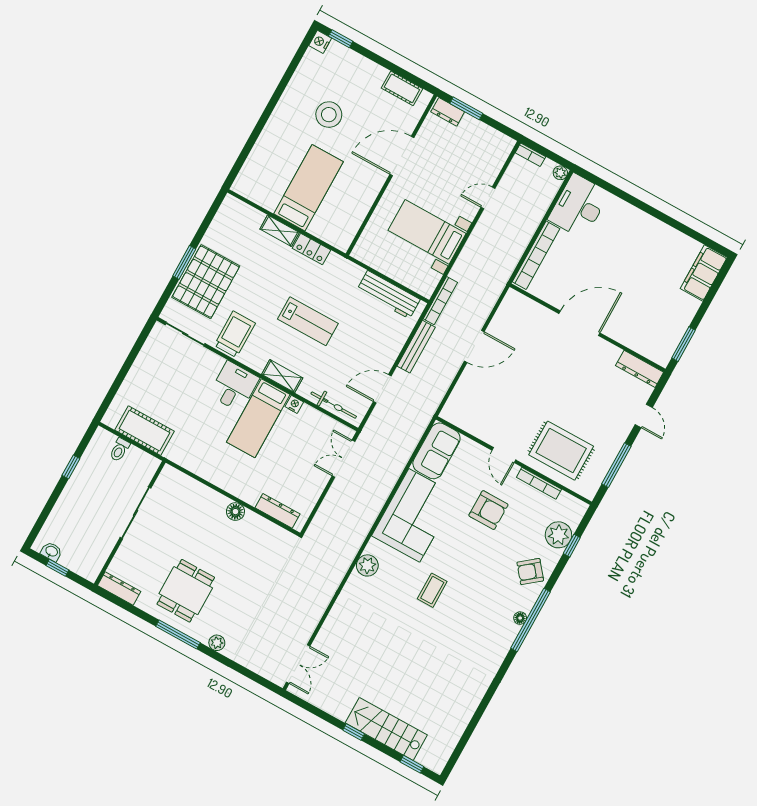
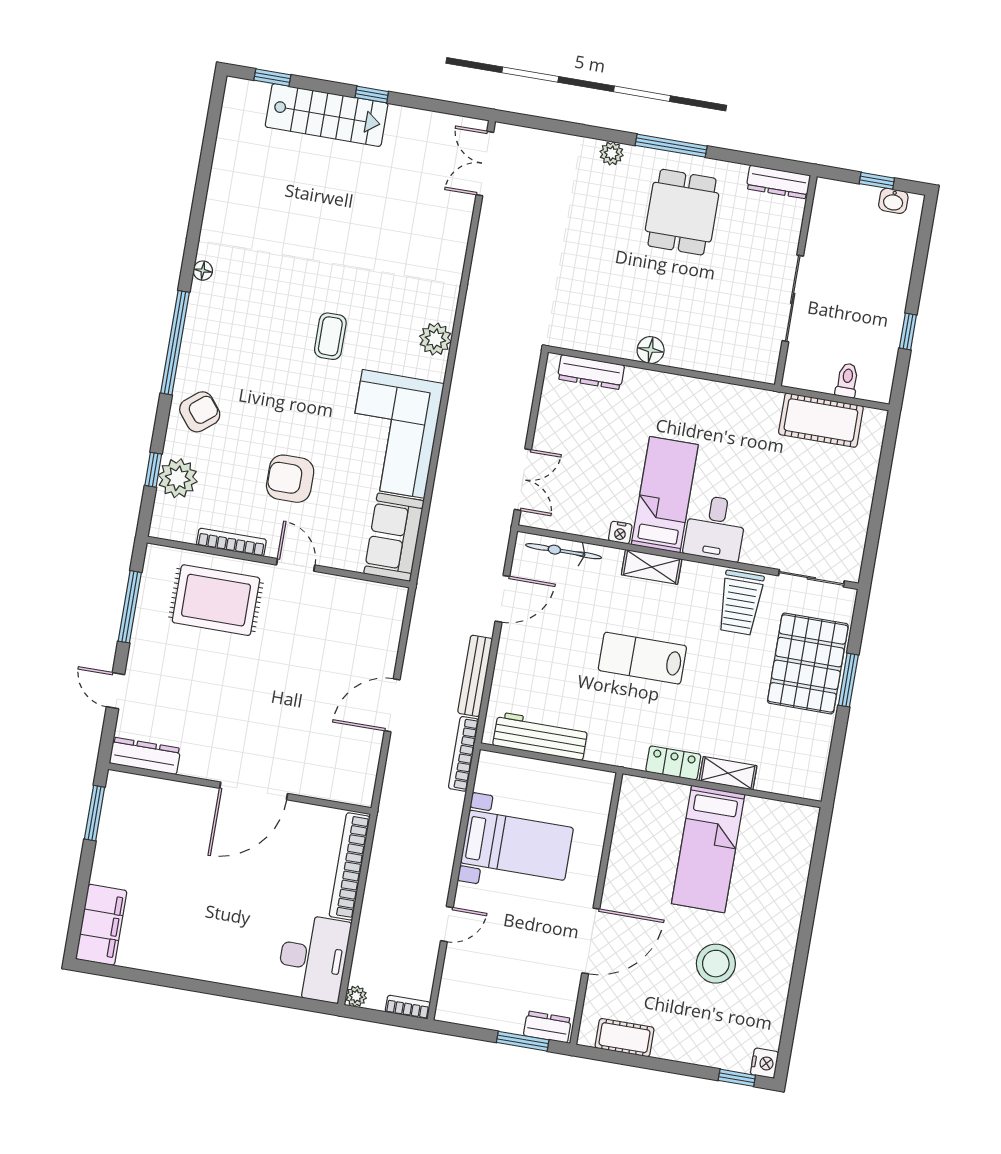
floor lamp: (520, 618) -> (203, 271), moved

